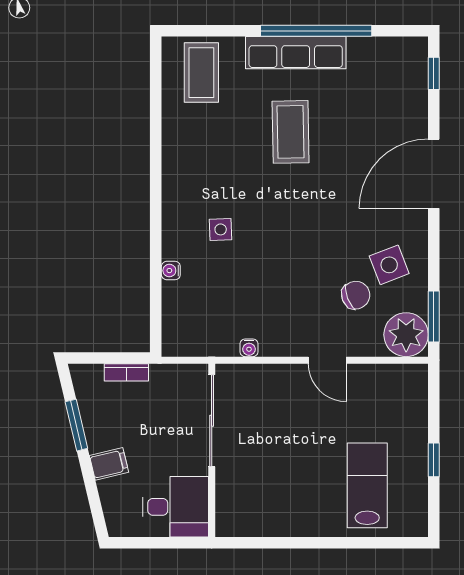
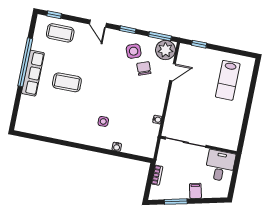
coffee table: (201, 73) -> (60, 33), moved
door: (434, 174) -> (98, 24), width x0.53
window: (434, 242) -> (128, 30), added
door: (327, 360) -> (173, 72), moved
window: (434, 460) -> (199, 44), moved
lab bench: (367, 485) -> (228, 80), turned -90

